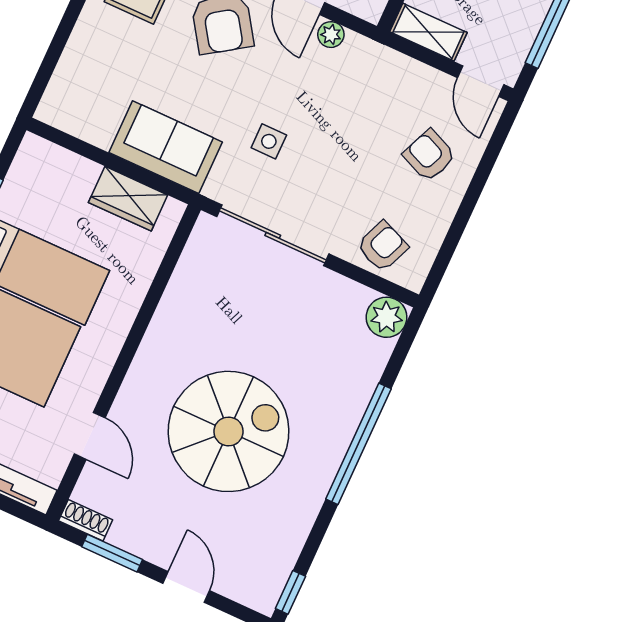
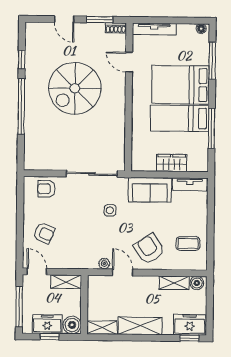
tv unit: (77, 121) -> (190, 184), added
wardrobe: (128, 199) -> (172, 163), moved
armchair: (383, 246) -> (46, 189), turned 68
plant: (387, 317) -> (32, 161), removed
window: (290, 592) -> (22, 60), moved

